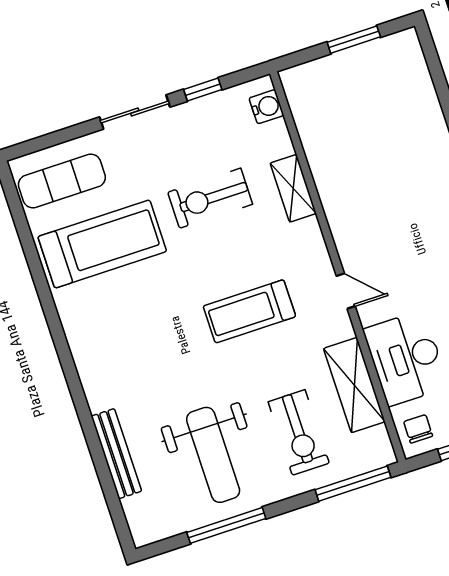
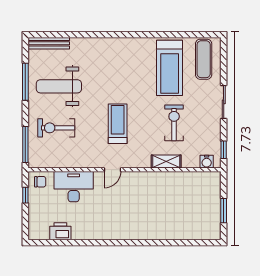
window: (203, 90) -> (224, 150), moved
shelving: (354, 385) -> (69, 160), removed
bench: (116, 454) -> (49, 43), moved

